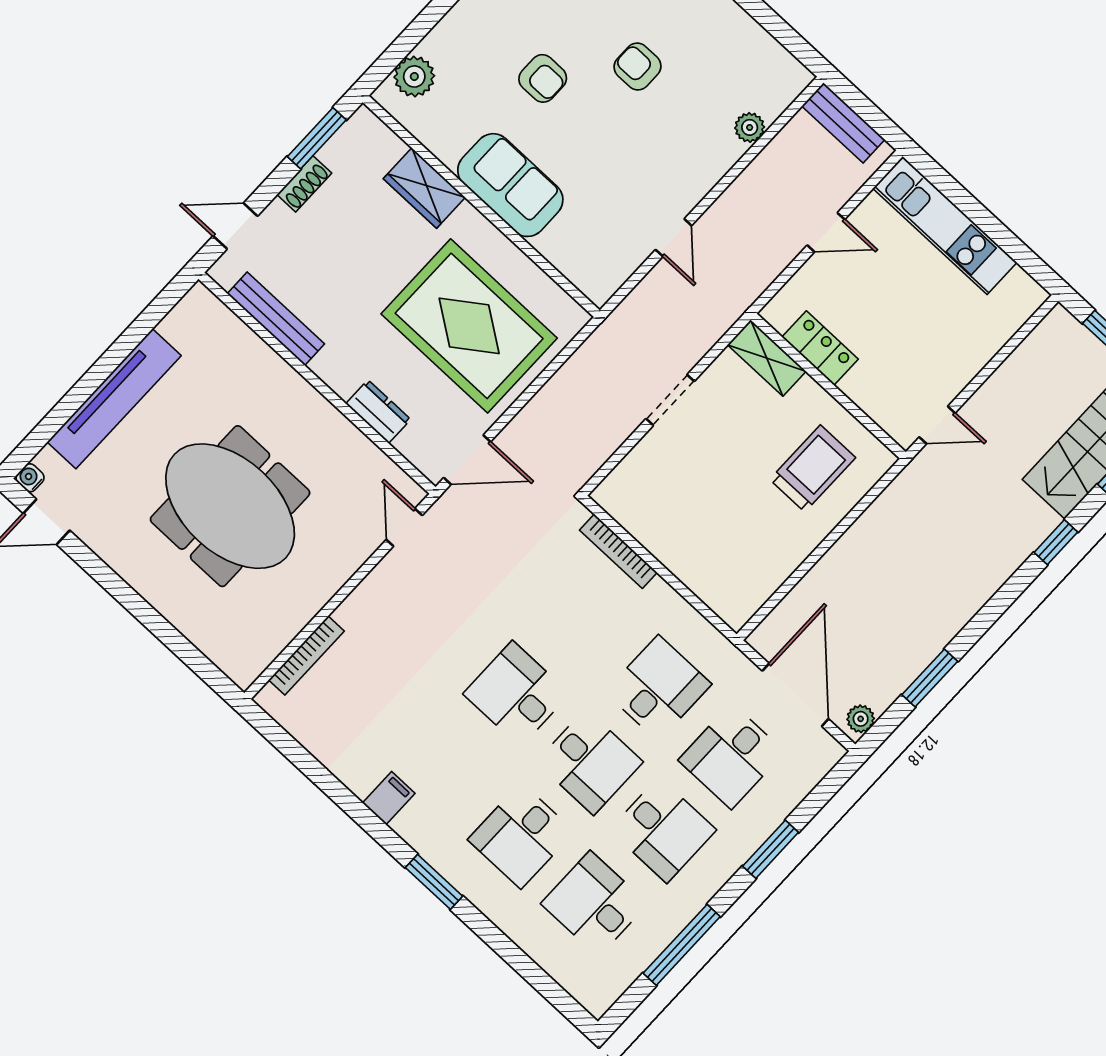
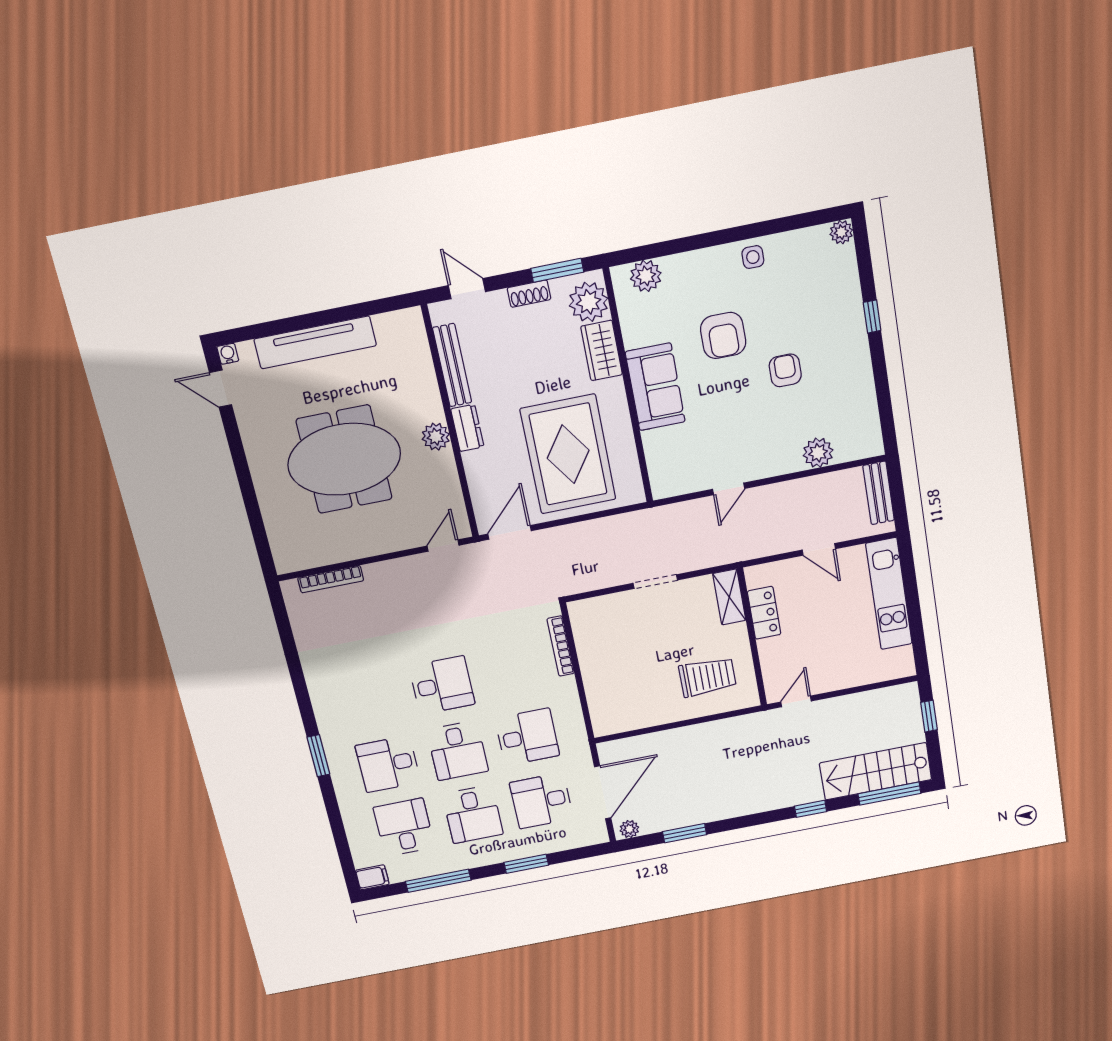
armchair: (543, 78) -> (723, 336), width x1.38, depth x1.38
plant: (750, 127) -> (818, 453), width x1.38, depth x1.38
plant: (373, 147) -> (589, 302), added
plant: (312, 410) -> (436, 437), added
dresser: (378, 412) -> (467, 428), moved
door: (937, 425) -> (796, 701), swing flipped
door: (467, 460) -> (509, 532), swing flipped
meeting table: (230, 506) -> (344, 459), turned 90
desk: (516, 694) -> (442, 685), turned 90
filing cabinet: (389, 798) -> (372, 877), moved

